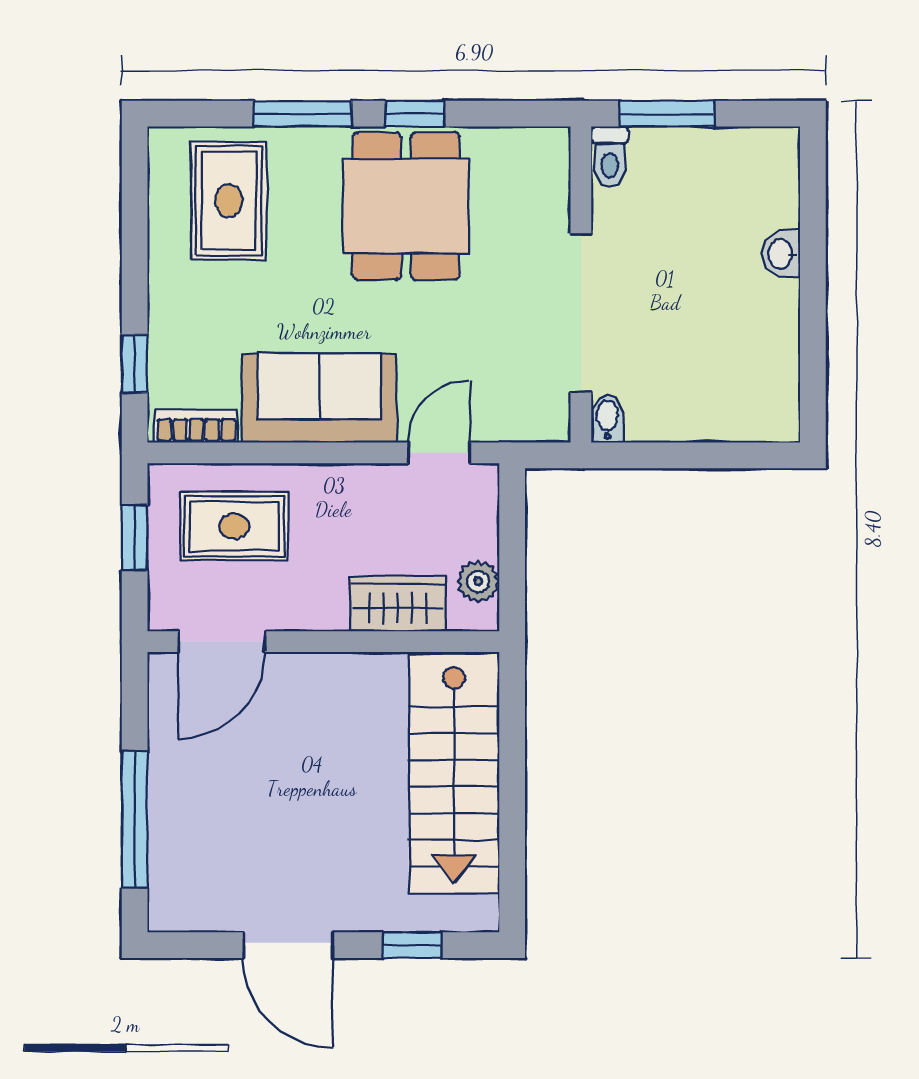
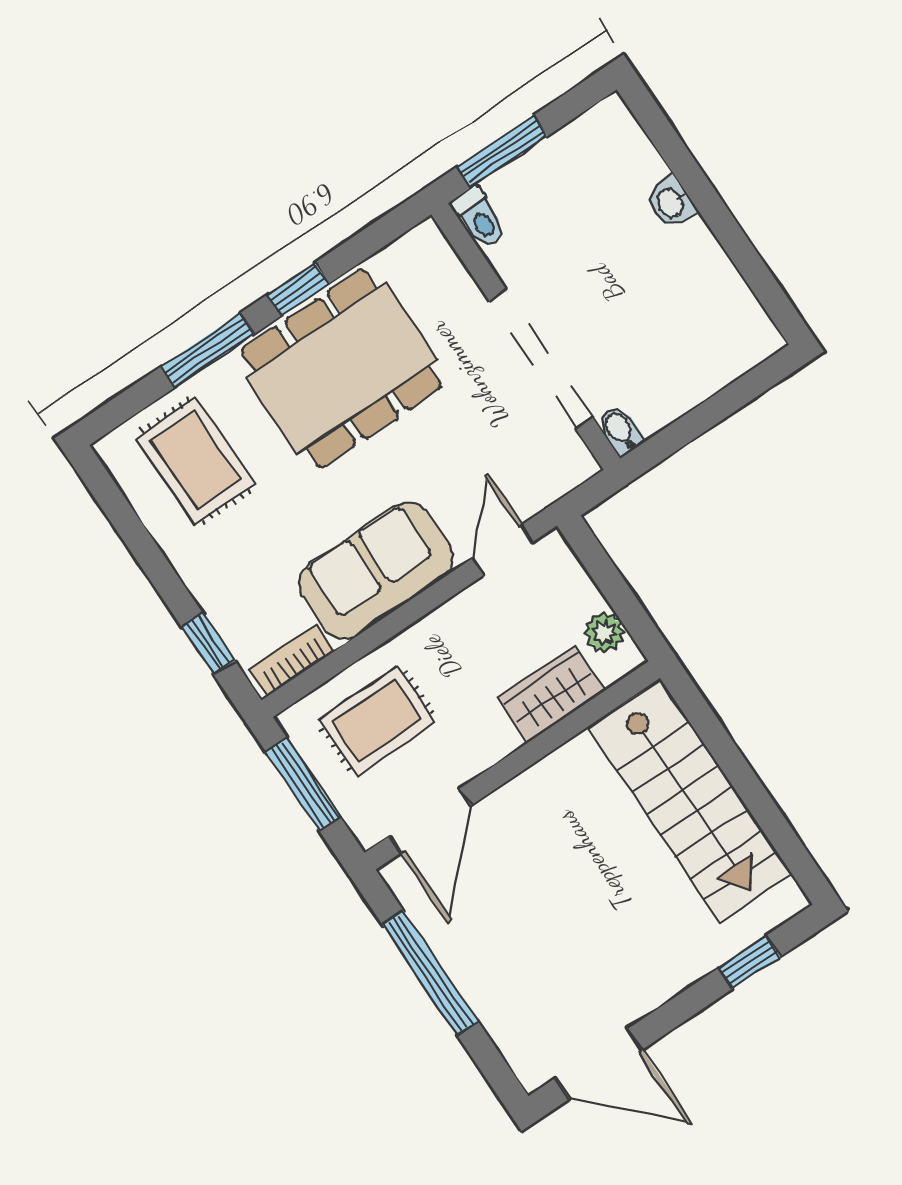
dining table: (406, 206) -> (342, 368), width x1.38
window: (135, 538) -> (303, 784), width x1.50
window: (135, 820) -> (430, 973), moved
door: (288, 945) -> (599, 1064), moved

